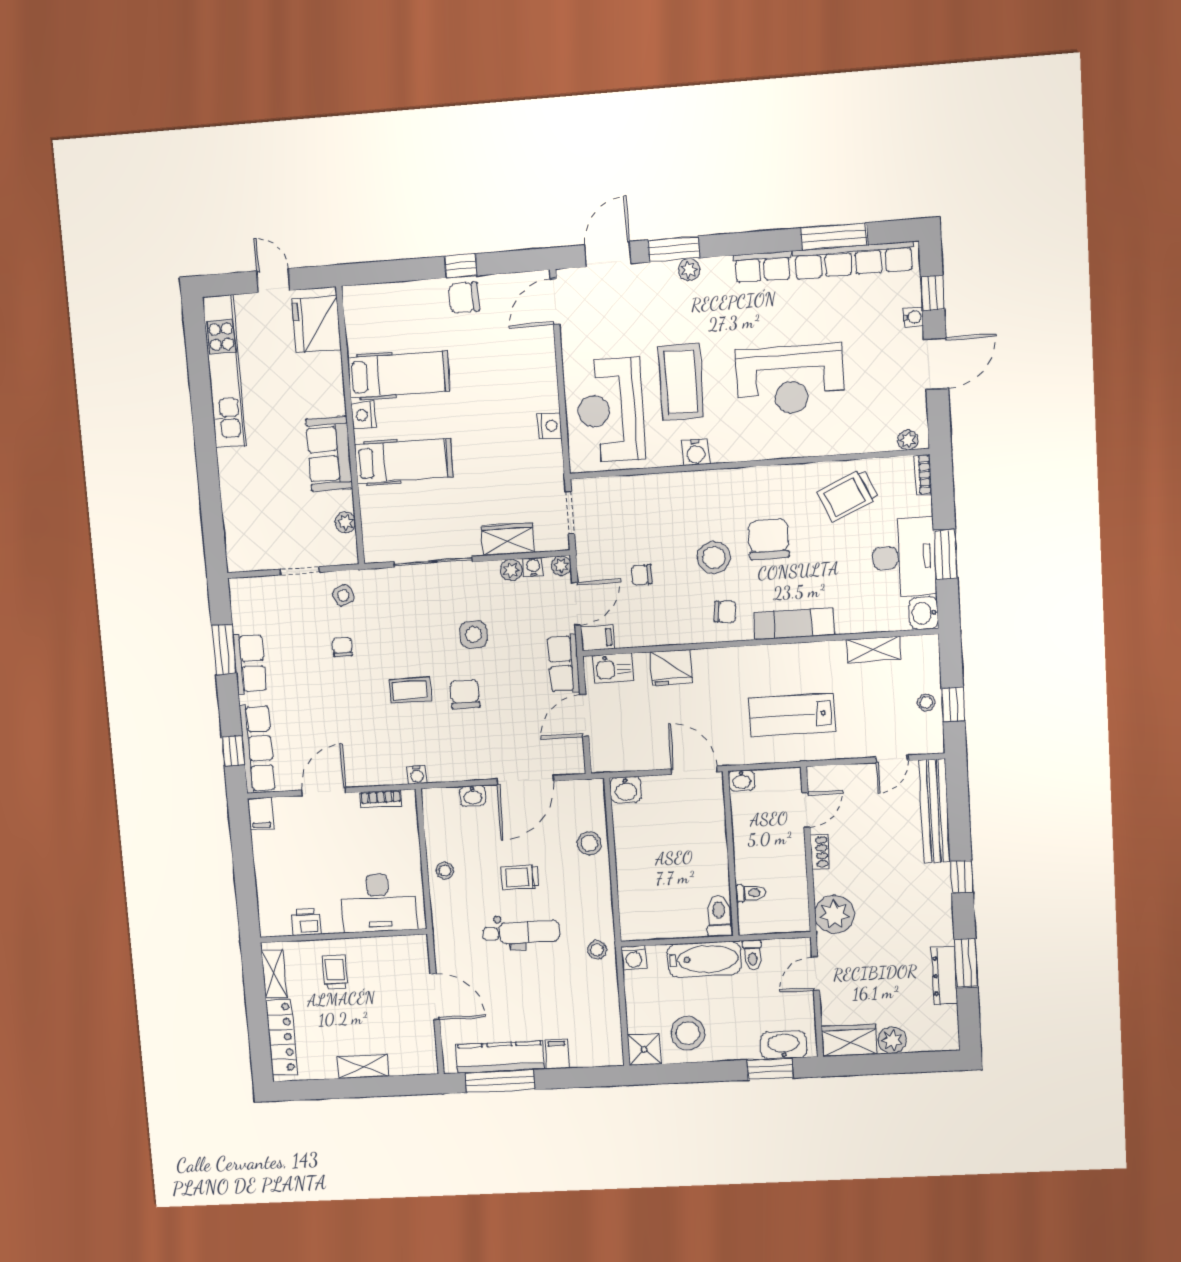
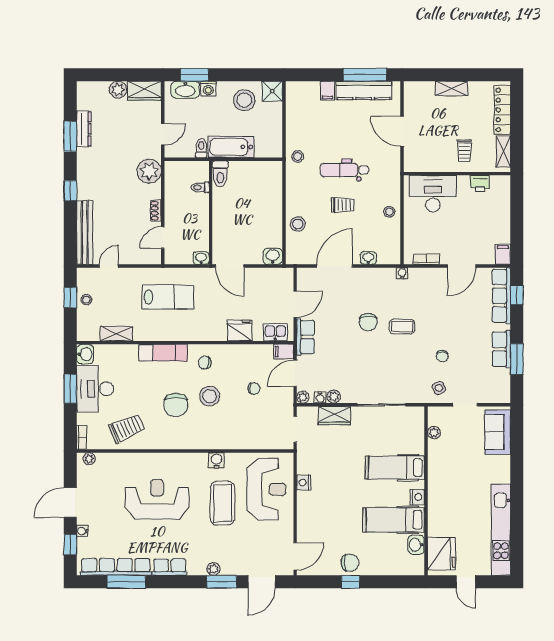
washbasin: (359, 336) -> (416, 545), added
sofa: (329, 454) -> (498, 432), moved, turned 180
side table: (474, 635) -> (360, 358), removed
washing machine: (634, 958) -> (208, 89), moved, turned 180

